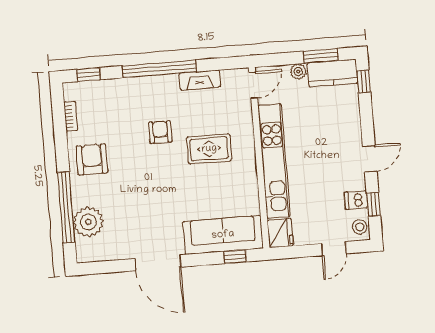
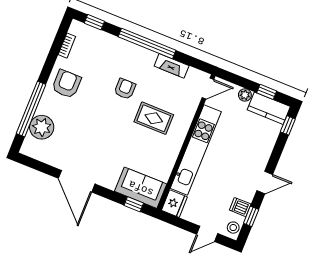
window: (321, 56) -> (267, 92), width x0.67
sofa: (223, 235) -> (141, 188), width x0.73

